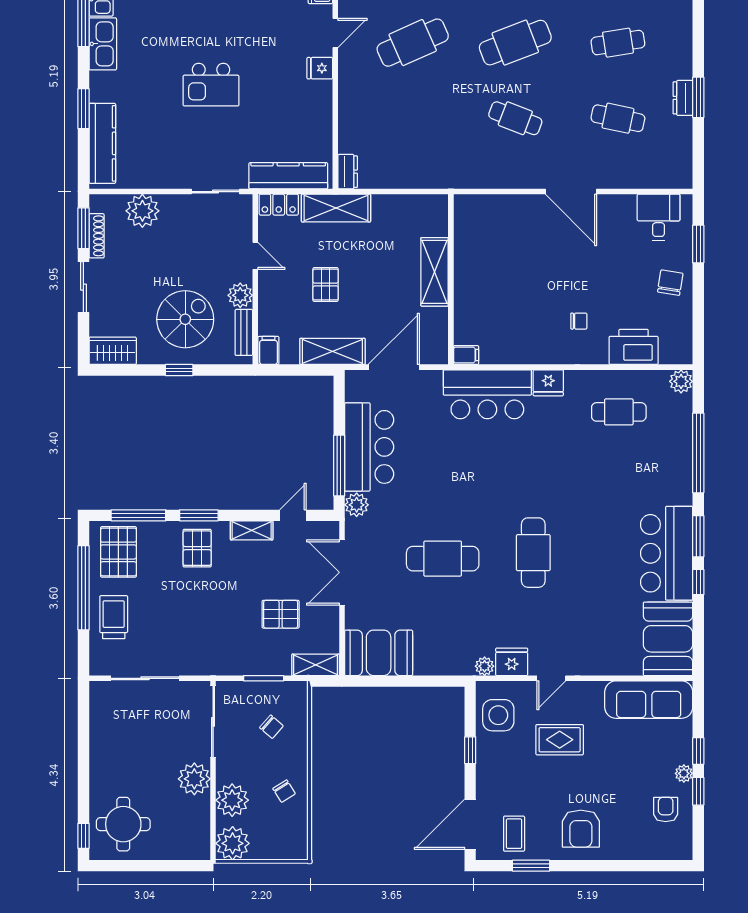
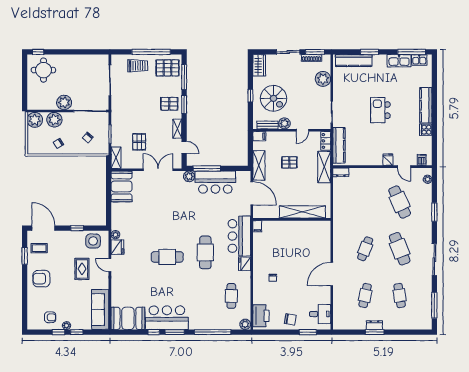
shelving: (434, 272) -> (302, 212), width x1.47
printer: (634, 347) -> (261, 316), moved
cafe table: (443, 559) -> (205, 252), moved

